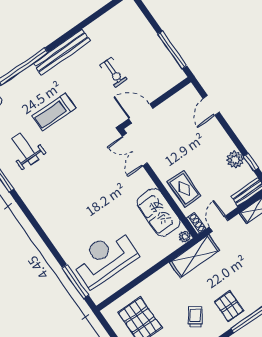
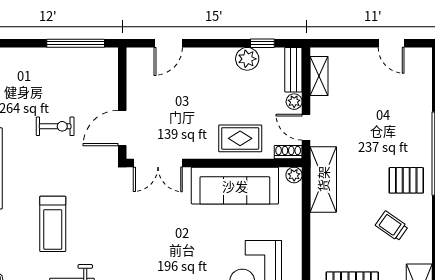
door: (211, 105) -> (168, 43), hinge flipped
plant: (229, 206) -> (294, 102), added
sofa: (159, 212) -> (235, 186), width x1.36

